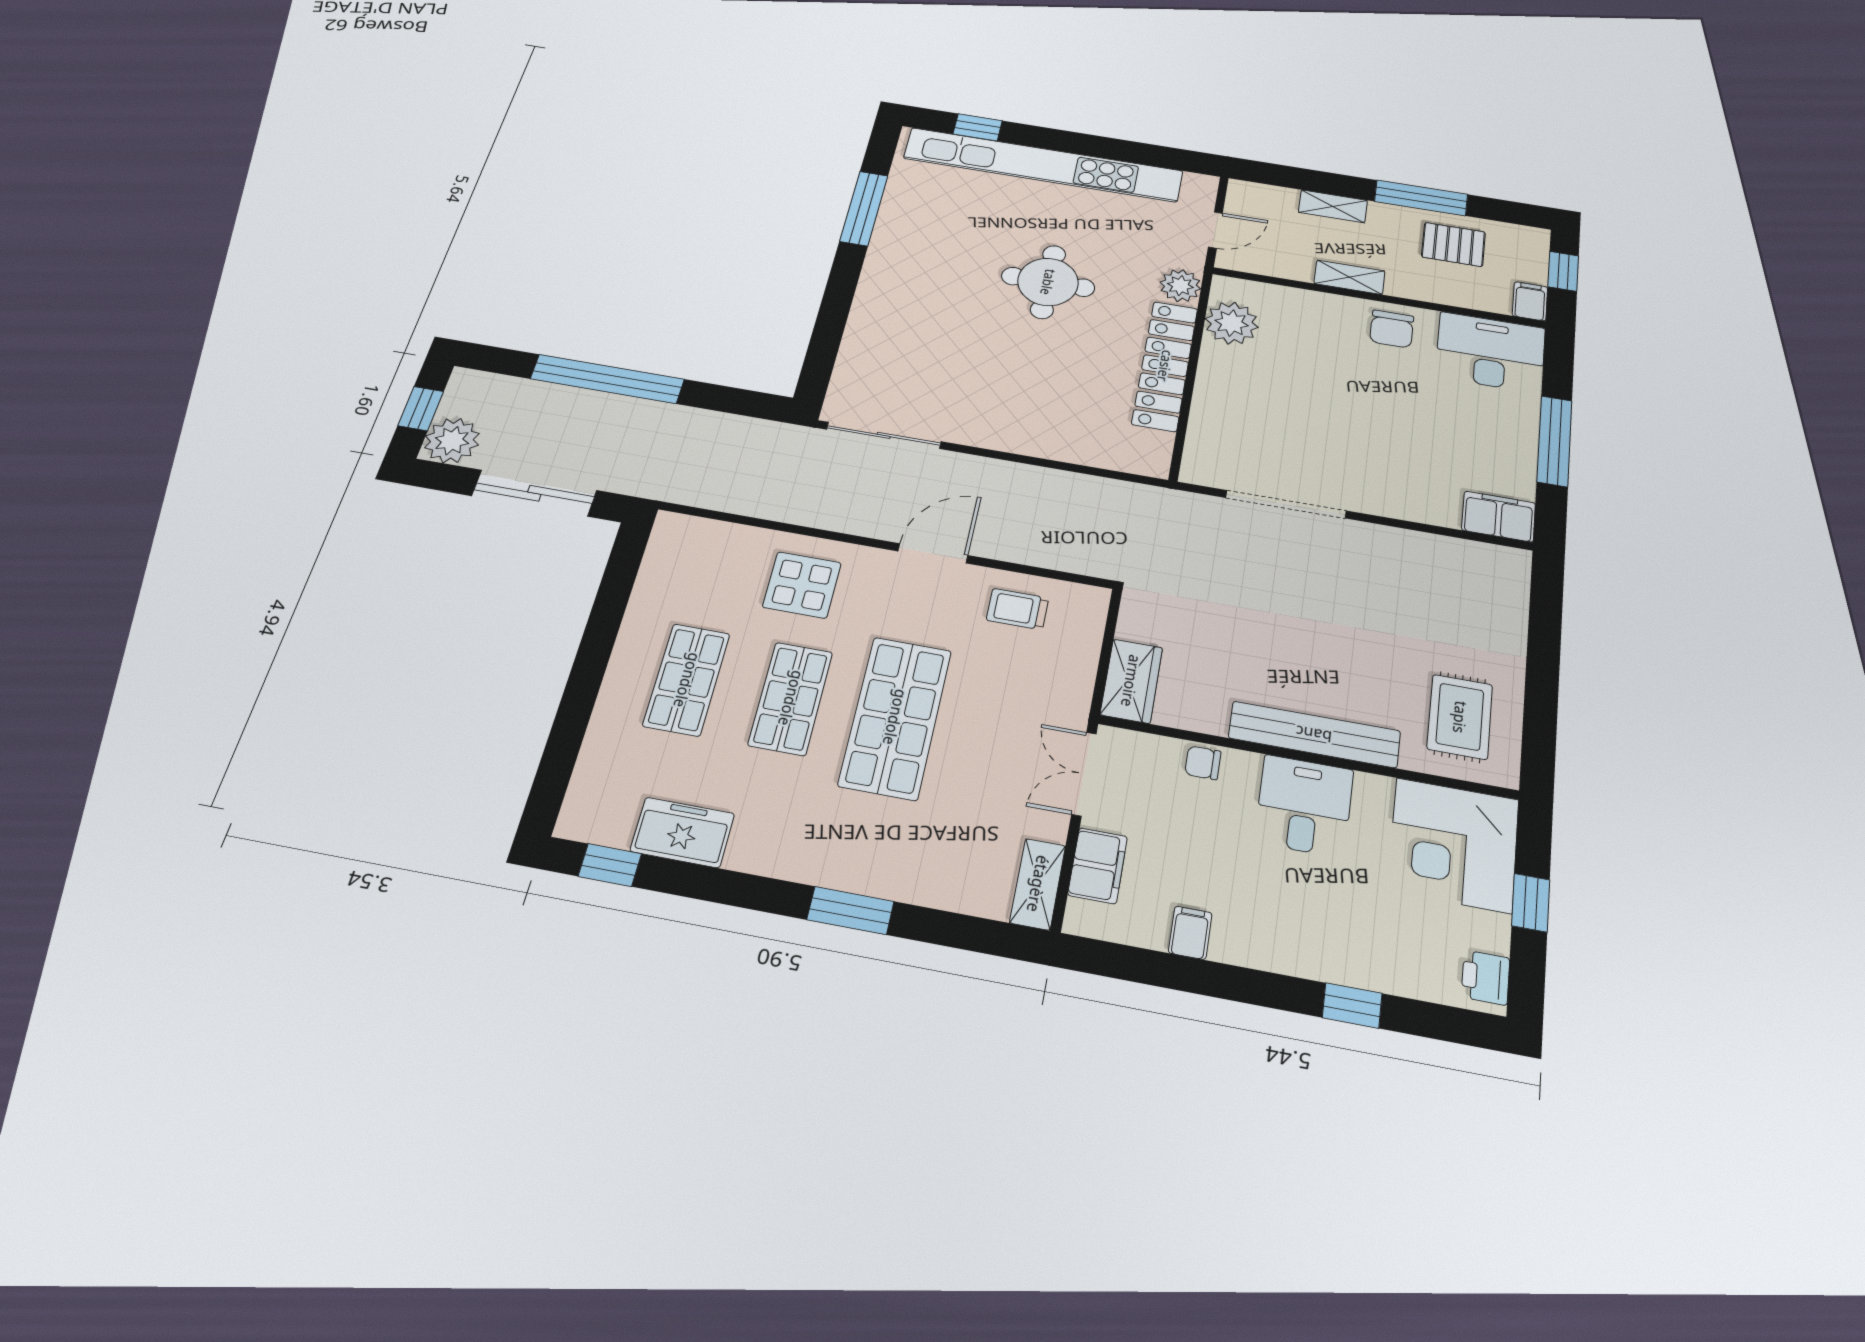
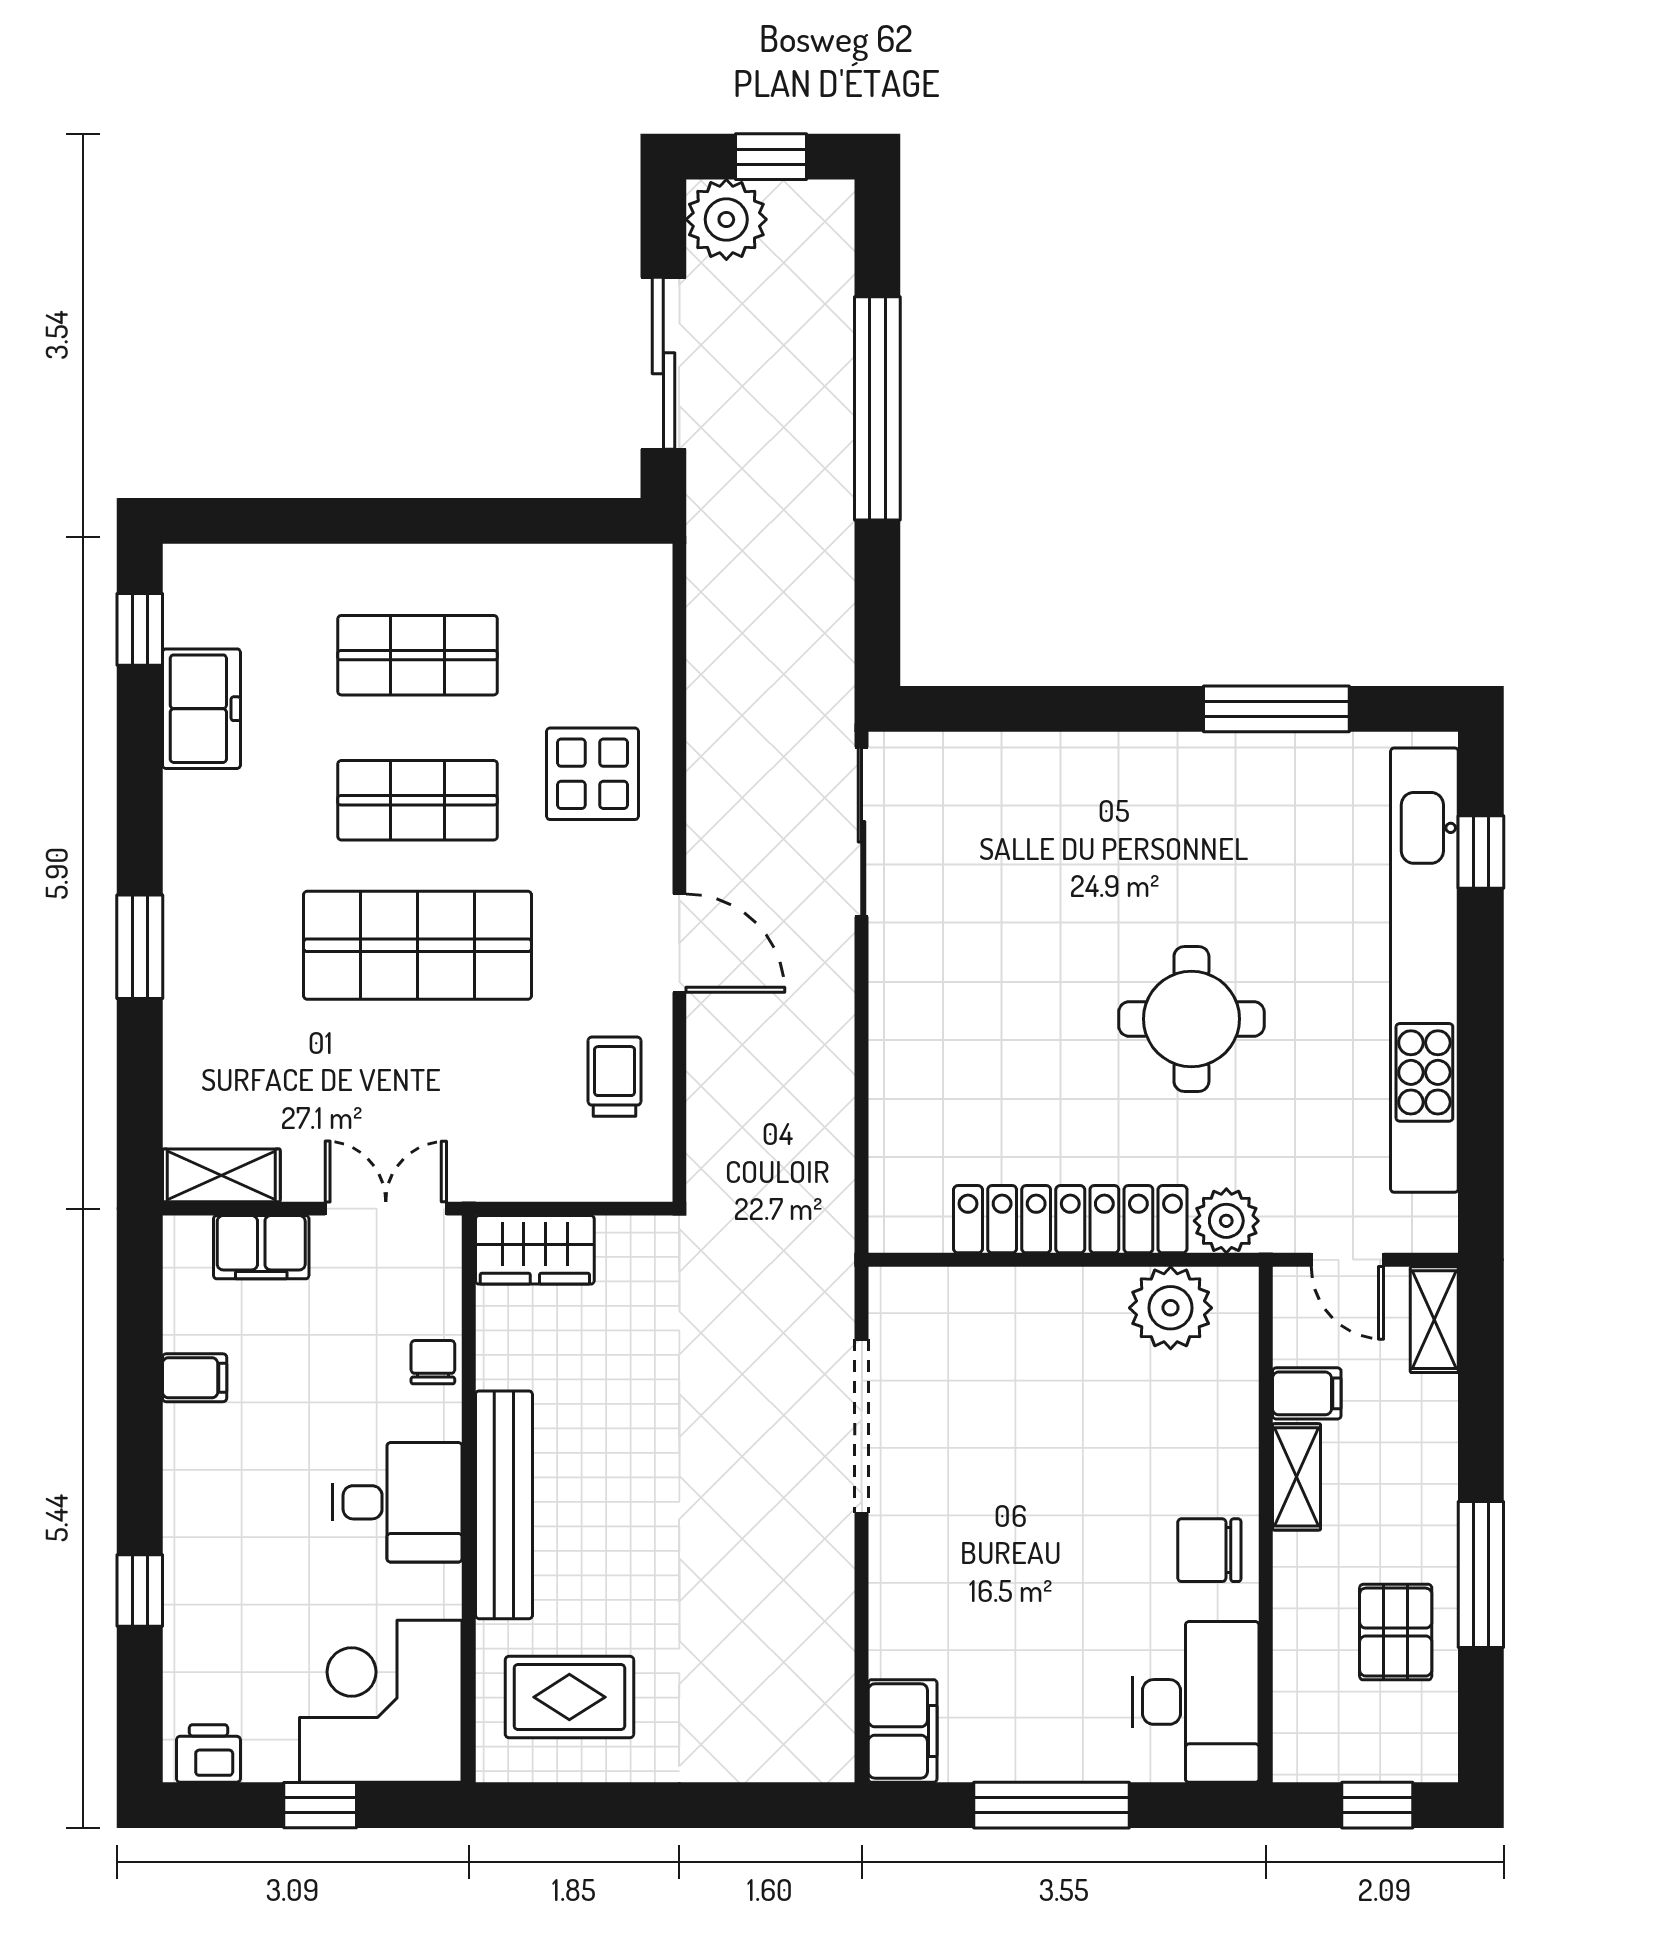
shelving: (1333, 206) -> (1434, 1320), moved
filing cabinet: (1530, 301) -> (1307, 1393), moved

